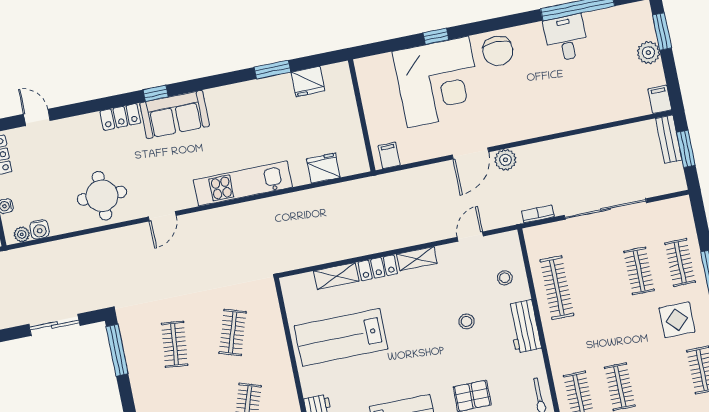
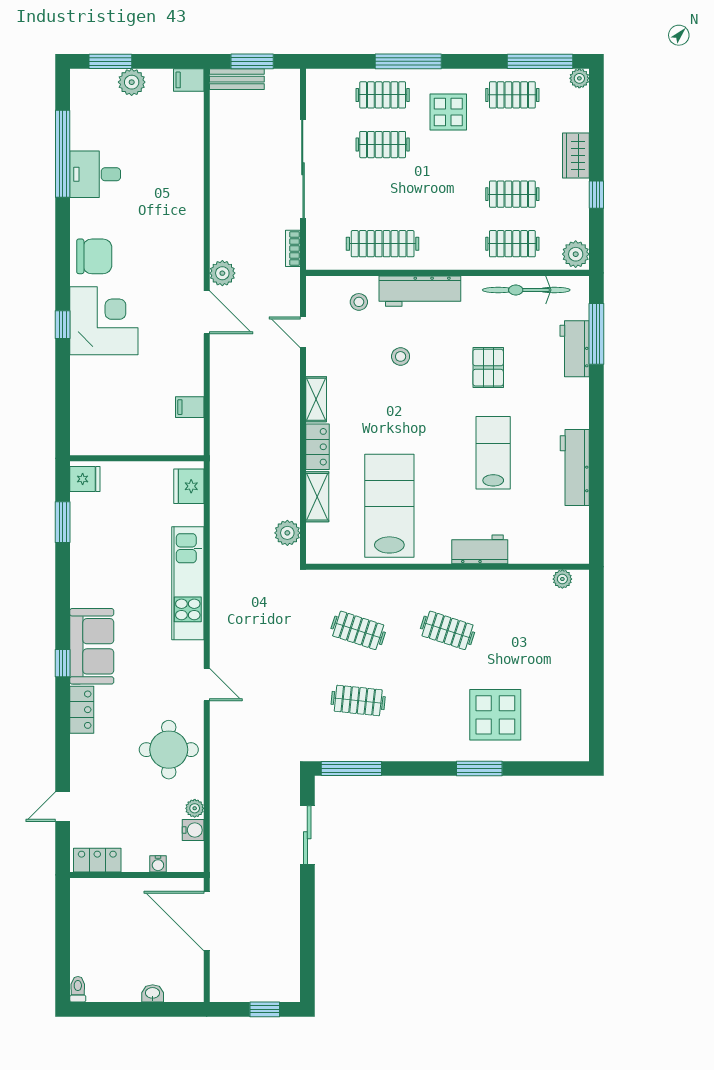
fridge: (308, 82) -> (85, 479), width x0.72
corner desk: (438, 82) -> (104, 321), width x0.74, depth x0.74
wall: (362, 115) -> (137, 458), moved
plant: (22, 234) -> (195, 808), moved
plant: (301, 257) -> (287, 533), added
workbench: (524, 326) -> (420, 291), width x1.38
lab bench: (341, 337) -> (389, 506), turned 180

